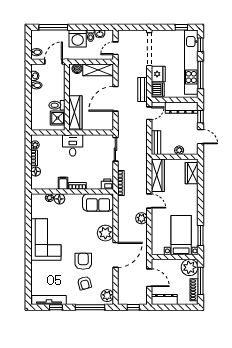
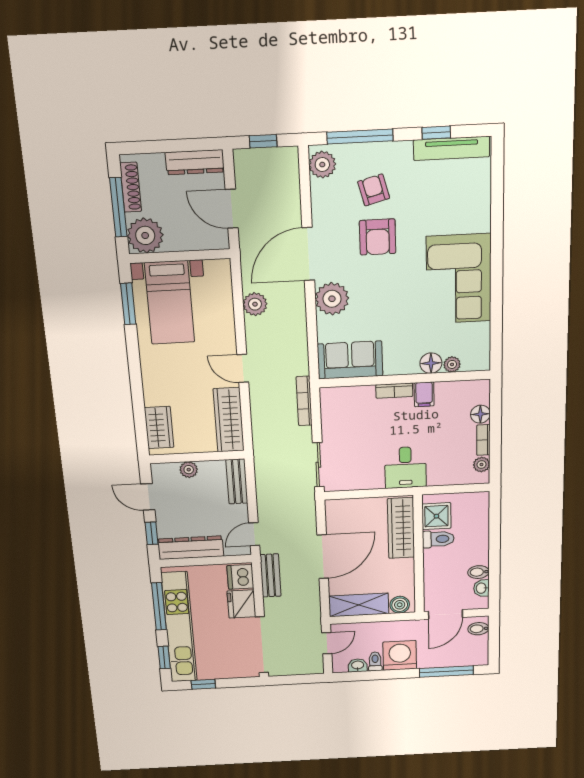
printer: (107, 184) -> (332, 397), removed
plant: (141, 218) -> (255, 304), moved

